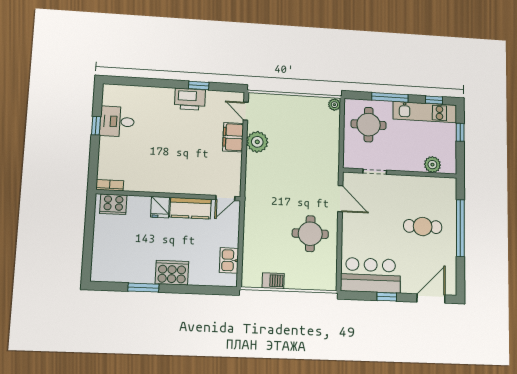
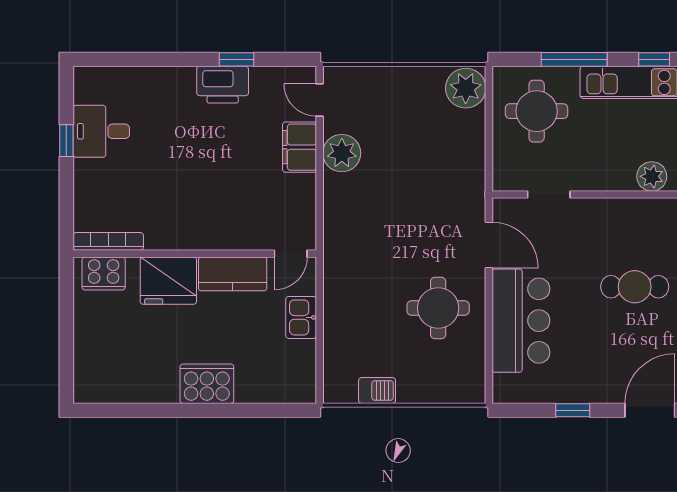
plant: (334, 105) -> (466, 88), width x1.88, depth x1.88
bookcase: (110, 185) -> (108, 241), width x1.56
fridge: (160, 207) -> (168, 281), width x1.88, depth x1.34
kitchen sink: (229, 260) -> (301, 317), moved
bar counter: (371, 275) -> (521, 321), moved, turned 90
window: (143, 288) -> (161, 410), removed

